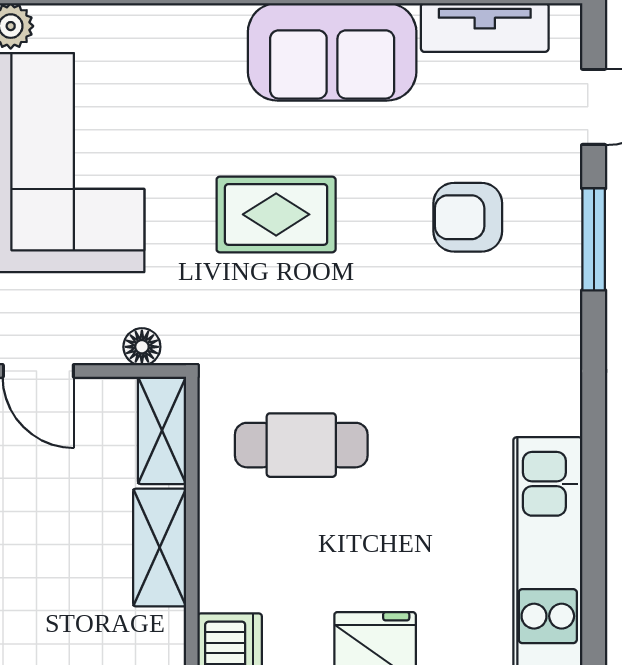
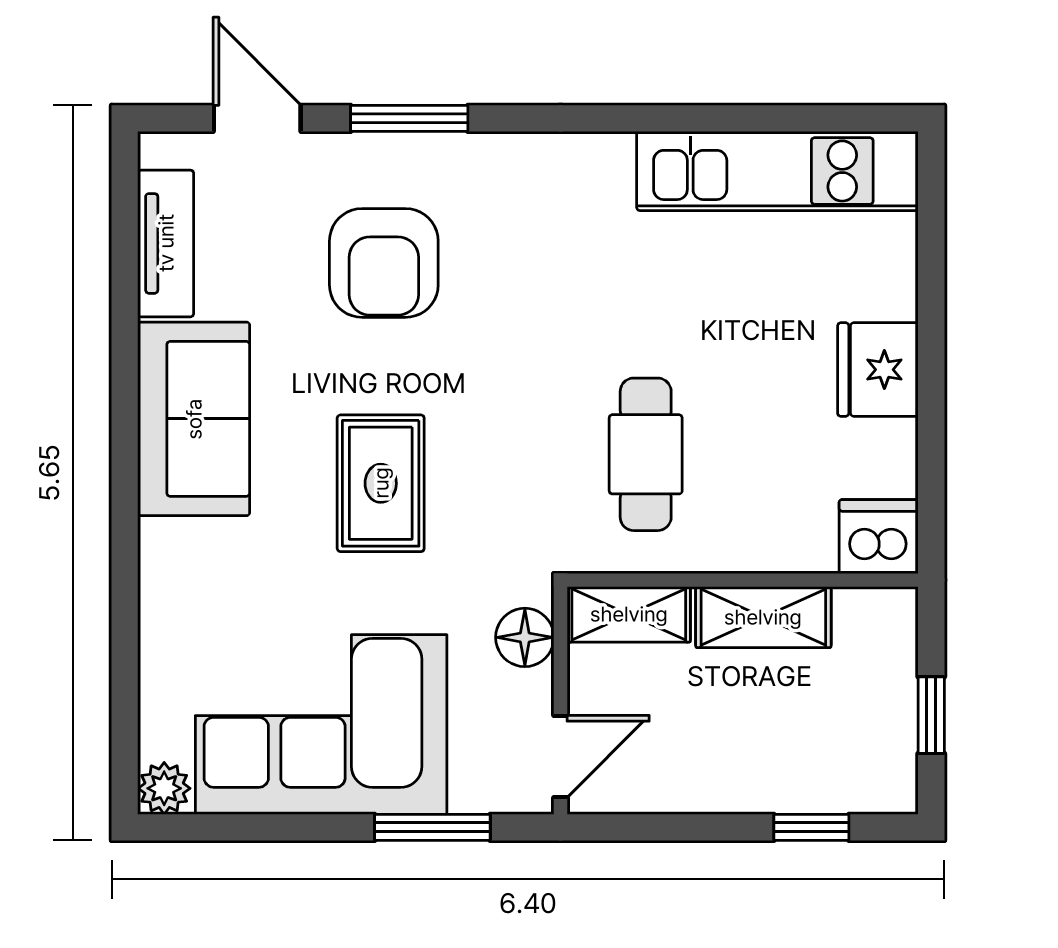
armchair: (468, 217) -> (384, 263), width x1.38, depth x1.38
floor lamp: (142, 347) -> (525, 637), width x1.37, depth x1.37

